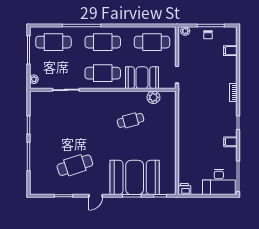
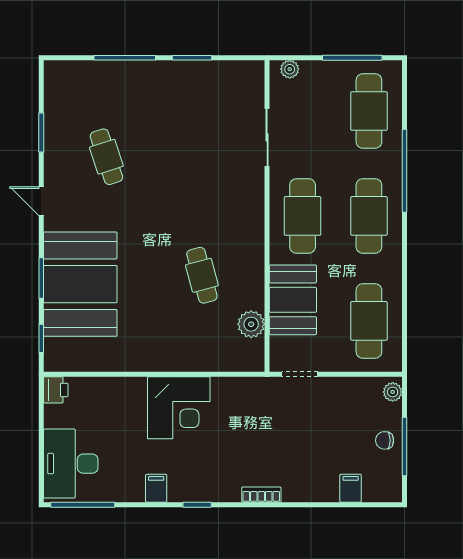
corner desk: (193, 131) -> (179, 408), added
cafe table: (75, 165) -> (106, 157), width x0.73, depth x0.74

